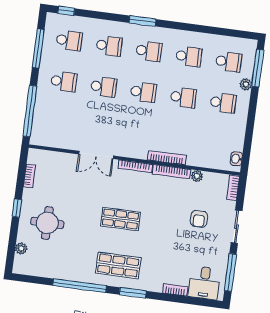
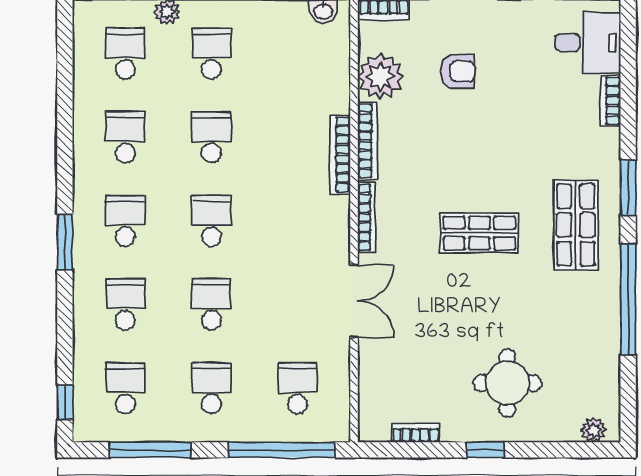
school desk: (58, 122) -> (297, 388), added
plant: (197, 176) -> (380, 77), width x1.87, depth x1.87
shop shelf: (121, 219) -> (479, 233), turned 90
plant: (21, 248) -> (594, 430), moved

